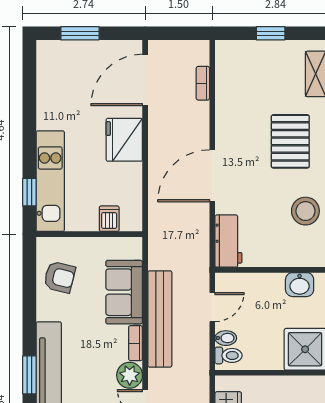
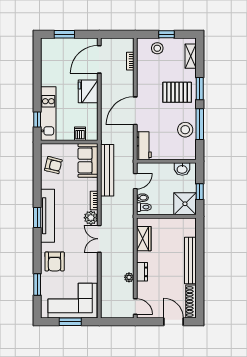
stool: (253, 59) -> (157, 48), added
pallet: (290, 141) -> (177, 92), turned 90
sofa: (124, 292) -> (88, 160), moved
bench: (160, 319) -> (107, 170), moved

